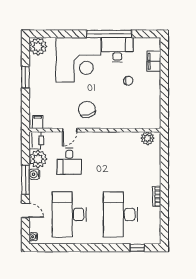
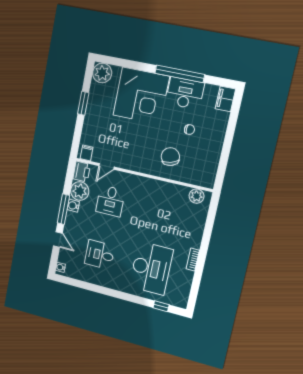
filing cabinet: (154, 61) -> (225, 99), moved
chair: (87, 109) -> (170, 157), moved
door: (70, 130) -> (106, 166), moved
desk: (69, 214) -> (100, 255), width x0.53, depth x0.77
desk: (120, 214) -> (151, 268), turned 180

